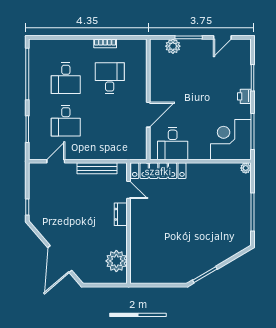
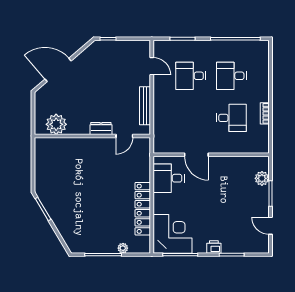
plant: (246, 168) -> (123, 248), moved
locker: (158, 171) -> (143, 209), moved

